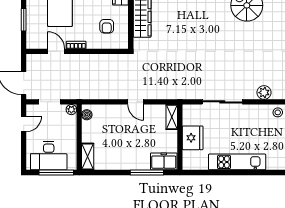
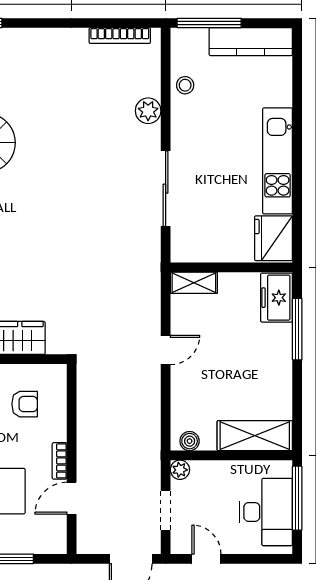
fridge: (193, 138) -> (274, 238), moved, turned -90
shelving: (88, 157) -> (255, 436), width x1.50, depth x1.33

